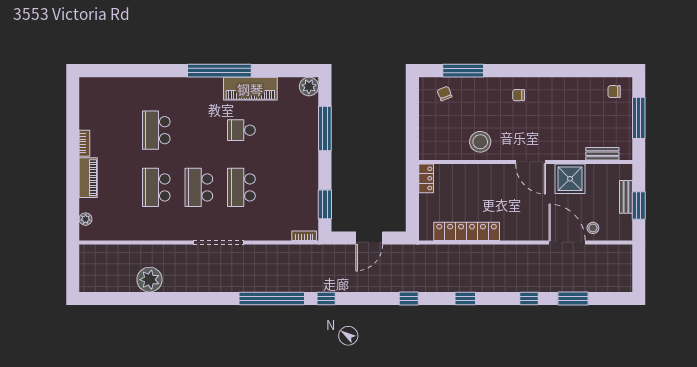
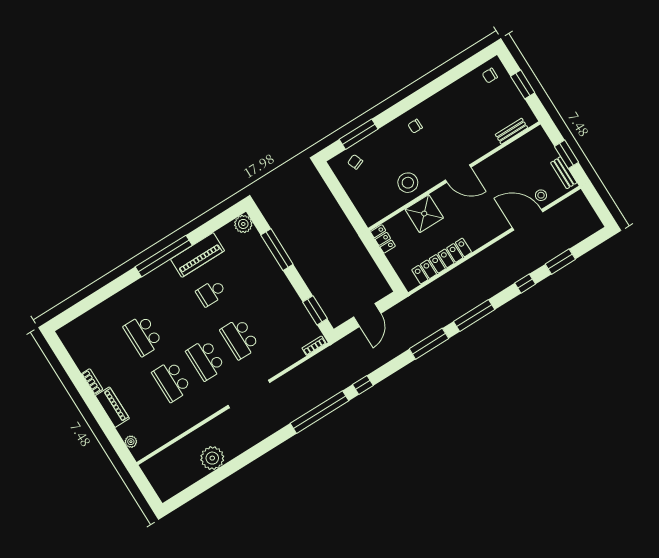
window: (639, 118) -> (523, 84), width x0.69
shower: (570, 179) -> (424, 214), moved
bench: (626, 197) -> (564, 173), moved
window: (409, 298) -> (429, 344), width x2.17
window: (465, 298) -> (474, 315), width x2.17

